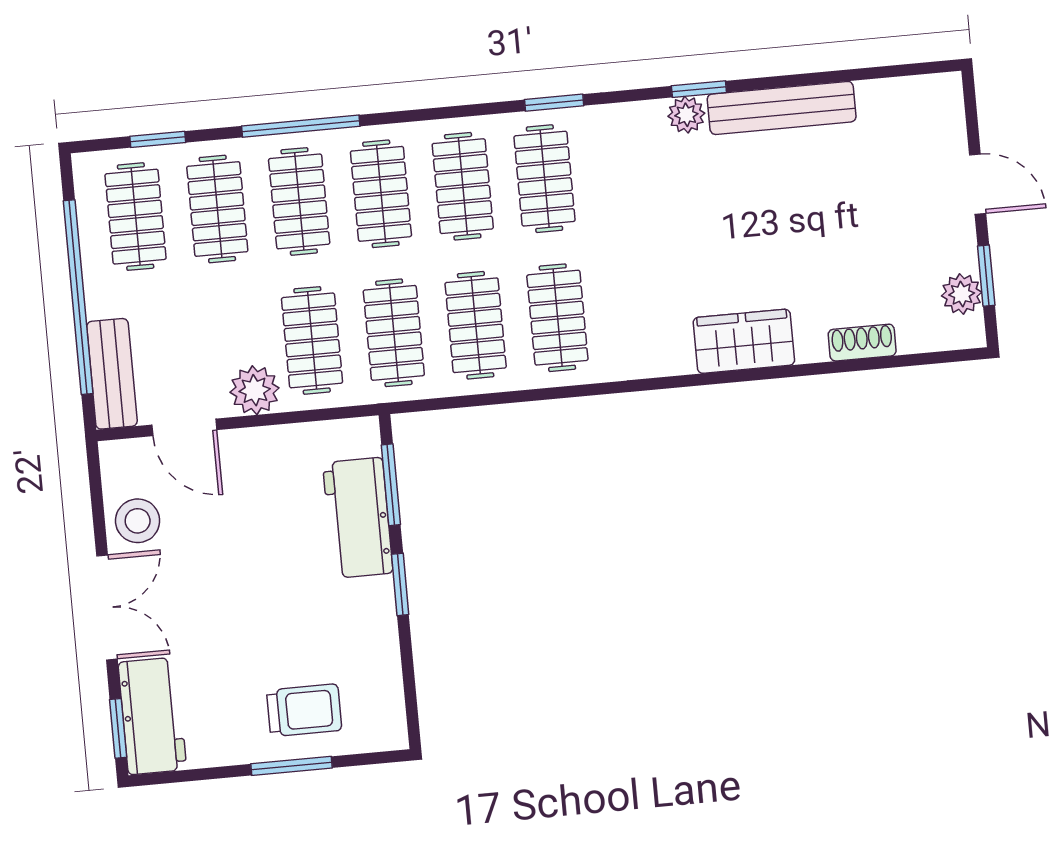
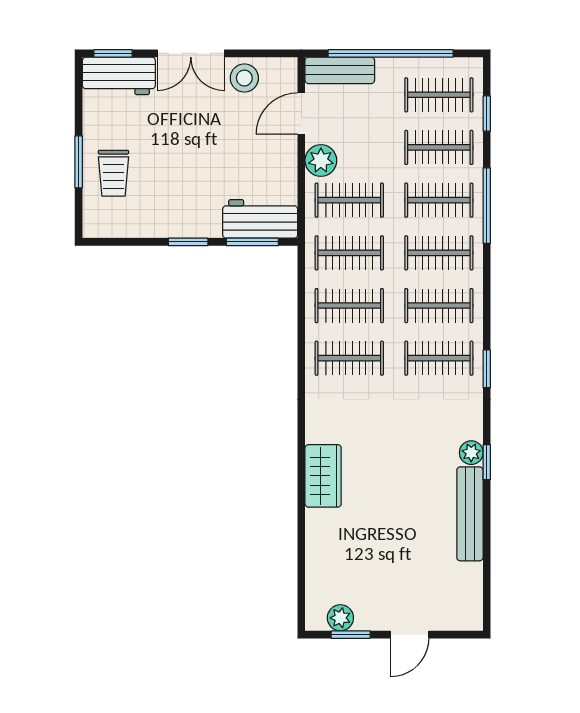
shoe rack: (862, 343) -> (315, 551), removed
workbench: (358, 518) -> (260, 219), moved

